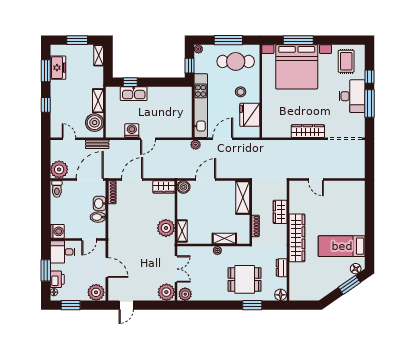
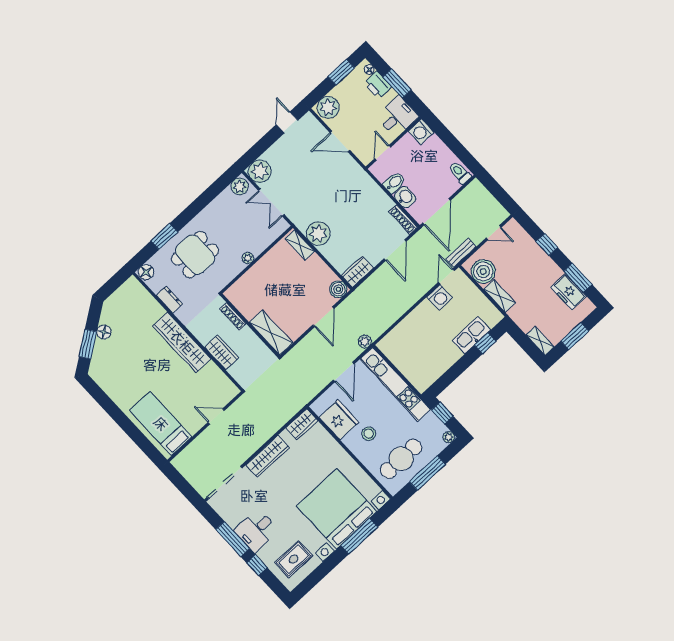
rug: (346, 61) -> (294, 559), turned 90
desk: (352, 96) -> (256, 530), width x0.73
wardrobe: (273, 131) -> (302, 424), added
door: (148, 139) -> (446, 276), moved
plant: (59, 169) -> (475, 194), removed
shelving: (224, 238) -> (252, 276), removed
bed: (342, 246) -> (161, 424), moved, turned -90
floor lamp: (356, 269) -> (104, 332), moved

